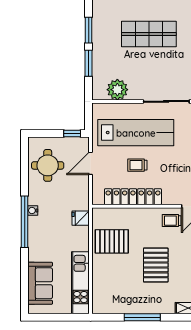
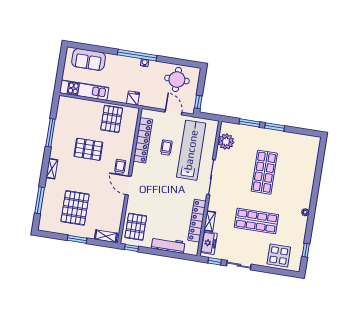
lab bench: (136, 133) -> (191, 150), turned 180

